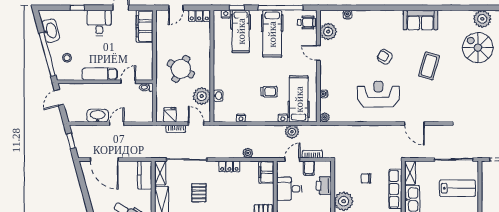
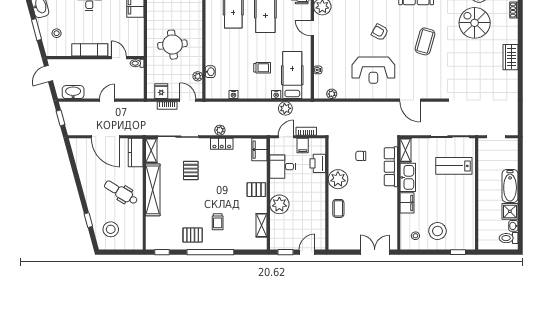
window: (47, 54) -> (36, 30), width x0.47
round table: (181, 69) -> (172, 45), turned -34
door: (128, 82) -> (119, 58), hinge flipped
reception desk: (378, 94) -> (373, 70), turned 180
plant: (202, 96) -> (198, 76), width x0.53, depth x0.53
washbasin: (98, 116) -> (73, 92), moved
plant: (325, 117) -> (332, 94), moved
plant: (248, 153) -> (220, 130), moved
door: (104, 160) -> (106, 137), moved
lab bench: (457, 188) -> (454, 166), turned 180

